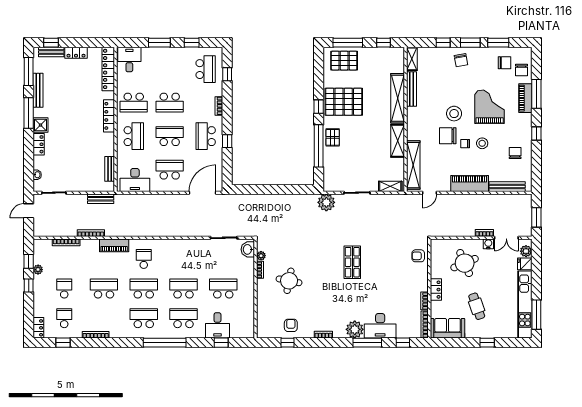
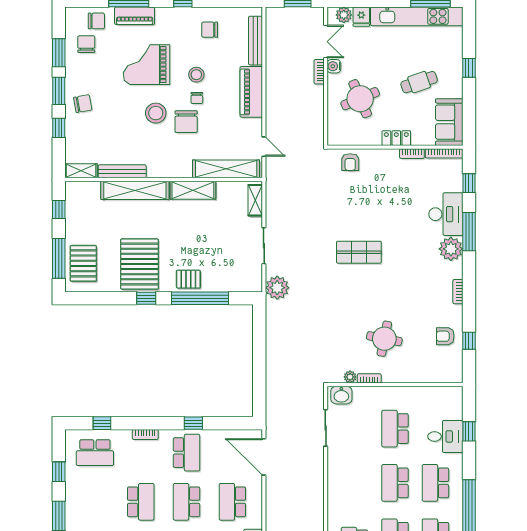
school desk: (206, 69) -> (95, 453), turned 180
school desk: (206, 136) -> (187, 453), turned -90

